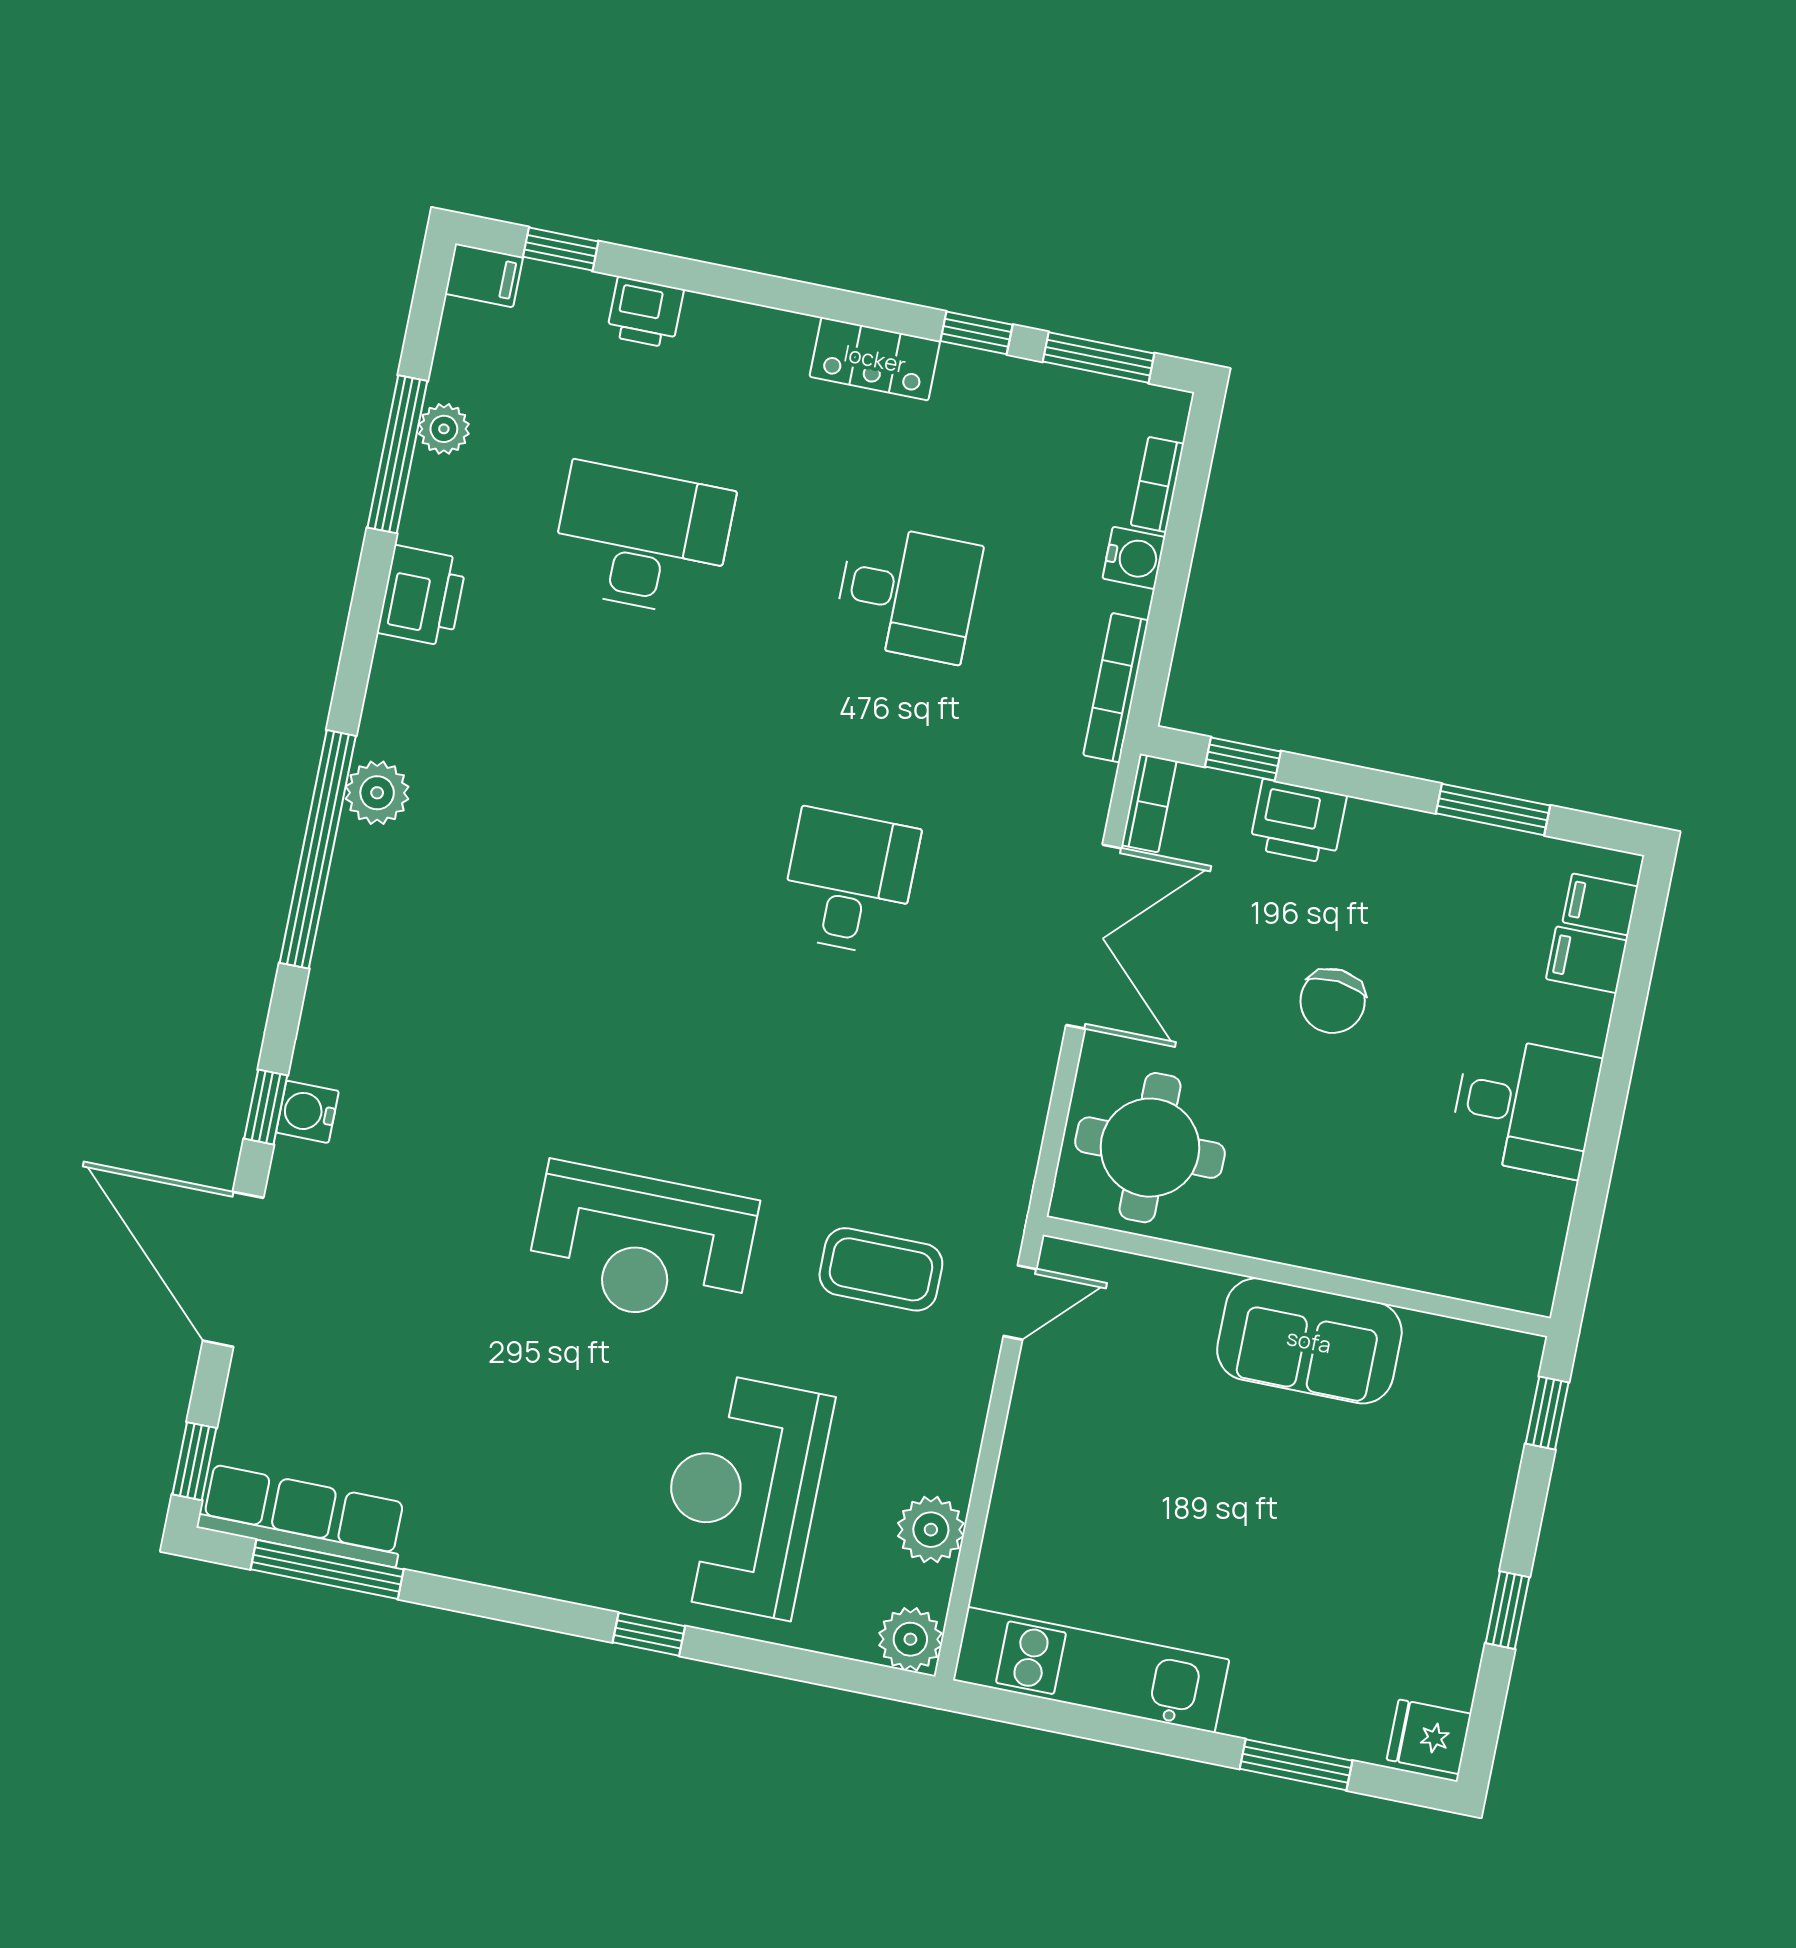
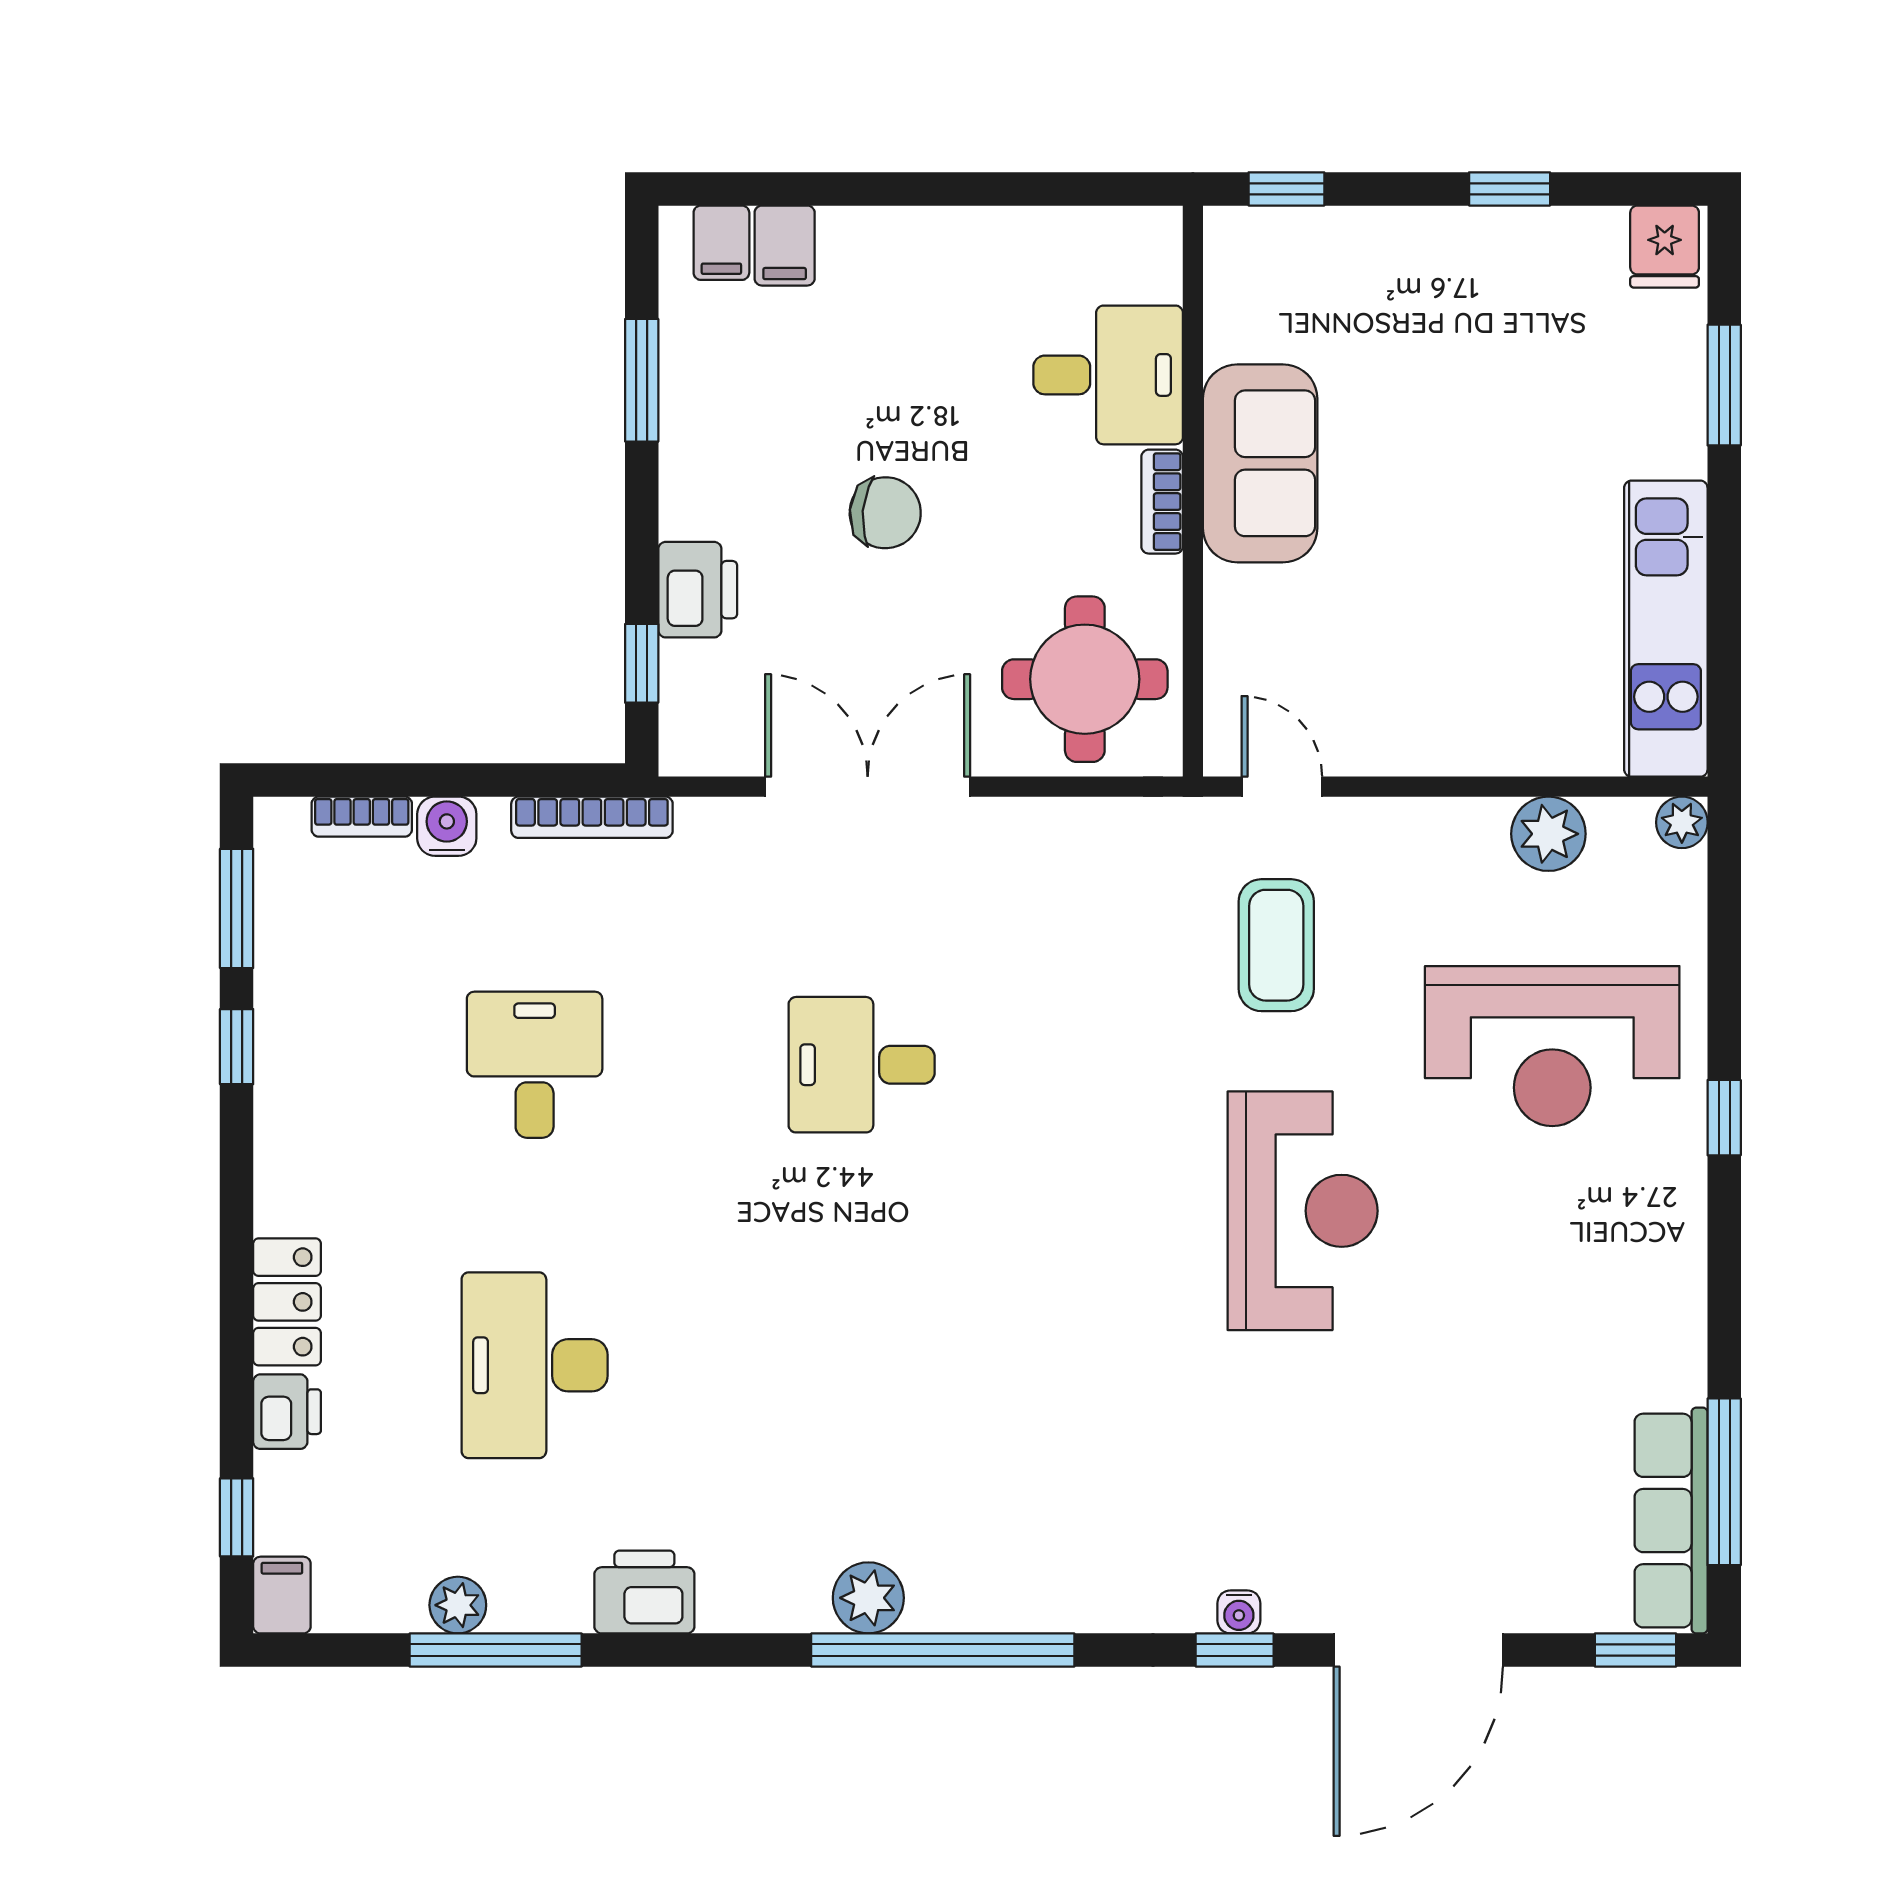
locker: (875, 359) -> (287, 1302), moved
bookcase: (1149, 803) -> (1162, 502), moved, turned -90
desk: (1525, 1106) -> (1108, 375), moved, turned 90
water cooler: (307, 1112) -> (1239, 1612), width x0.72, depth x0.72
plant: (910, 1639) -> (1682, 822), width x0.73, depth x0.73

